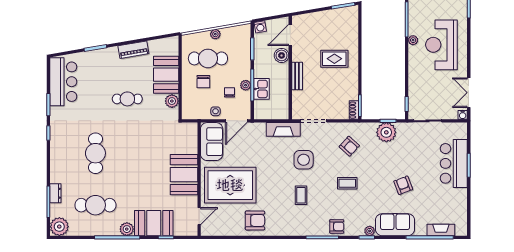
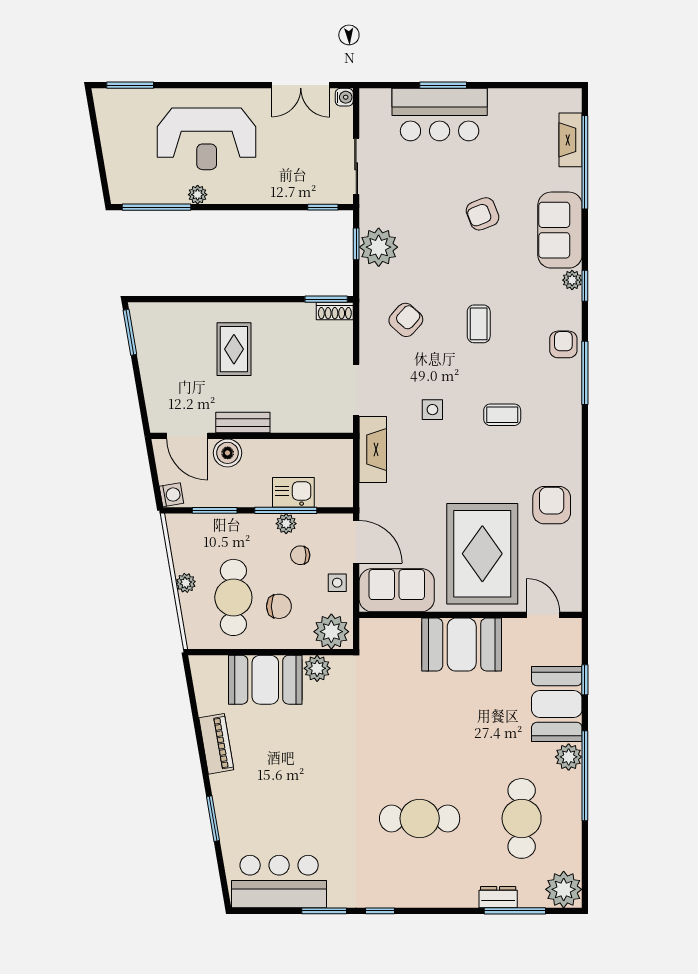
bench: (297, 76) -> (243, 423), moved
cafe table: (127, 99) -> (313, 756), removed
plant: (191, 108) -> (331, 632), added
side table: (304, 160) -> (432, 410), width x0.54, depth x0.54

